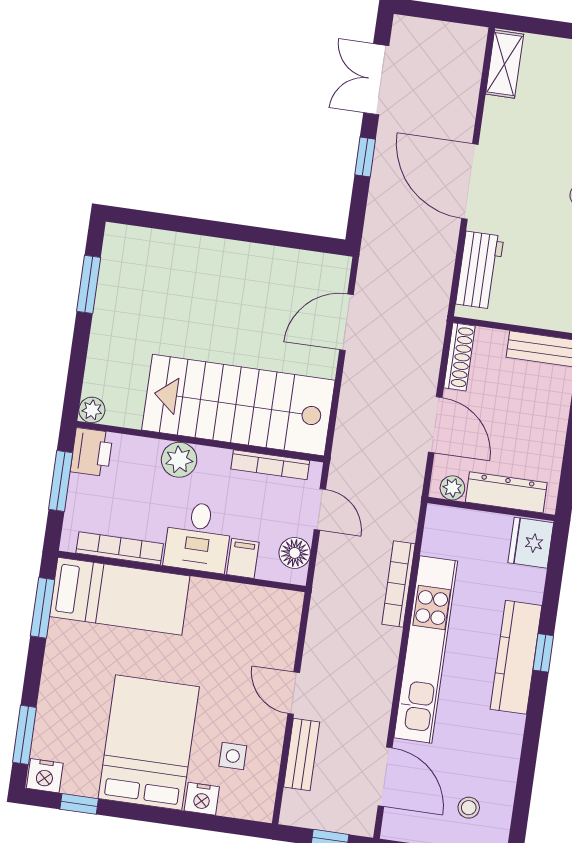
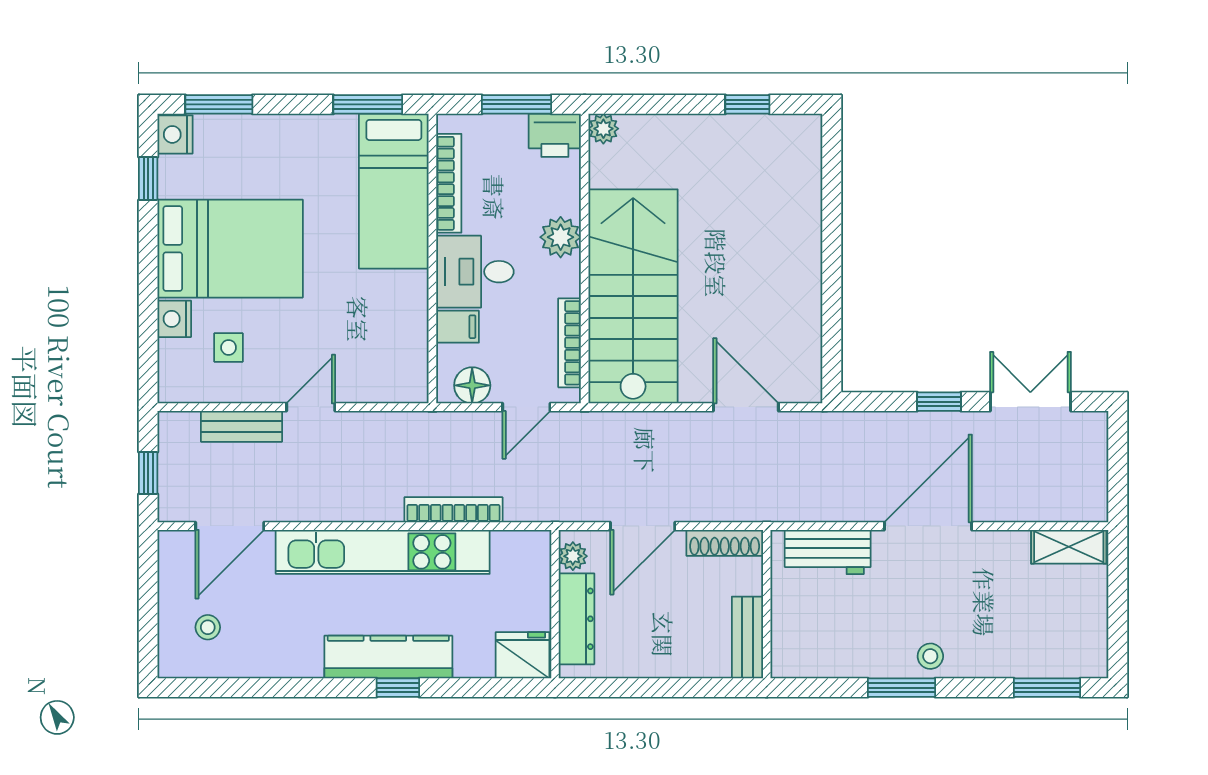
window: (89, 284) -> (747, 104), width x0.67

